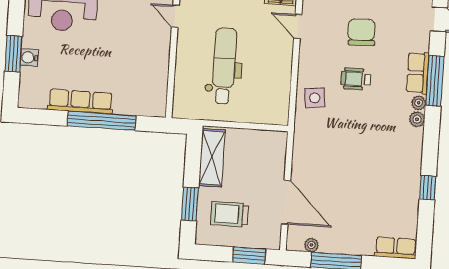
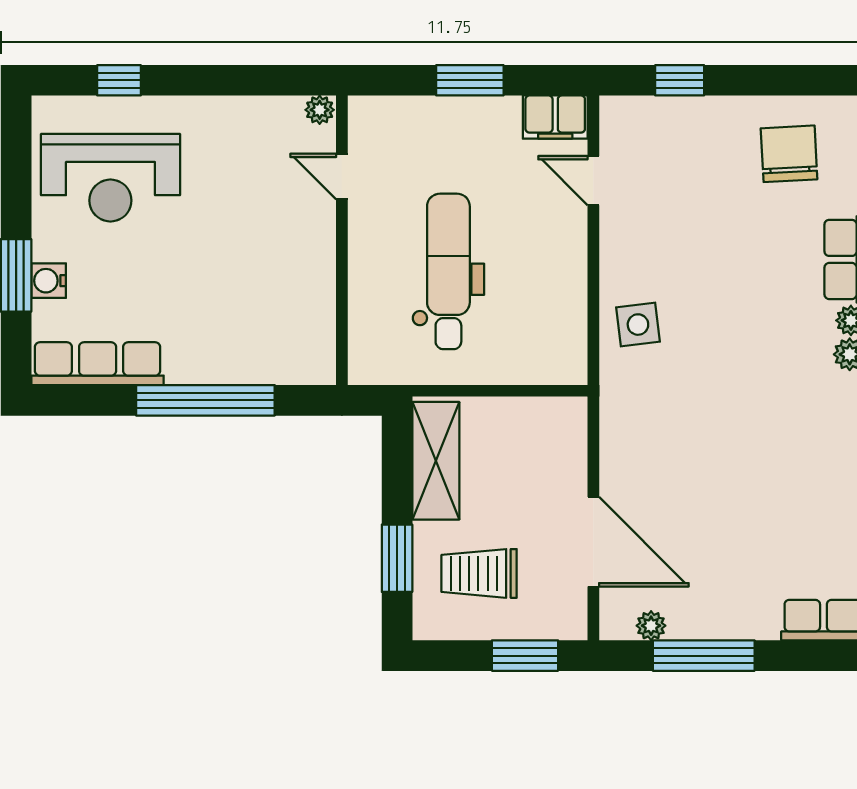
chair: (361, 32) -> (789, 154), moved
wheelchair: (356, 79) -> (719, 280), removed
row of seats: (80, 101) -> (98, 364), moved

